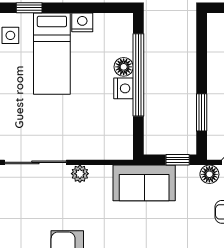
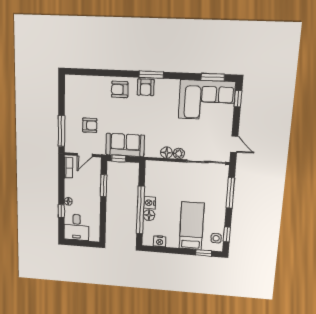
nightstand: (82, 22) -> (160, 241), moved
floor lamp: (209, 174) -> (167, 153), moved
sofa: (144, 183) -> (125, 145), moved

